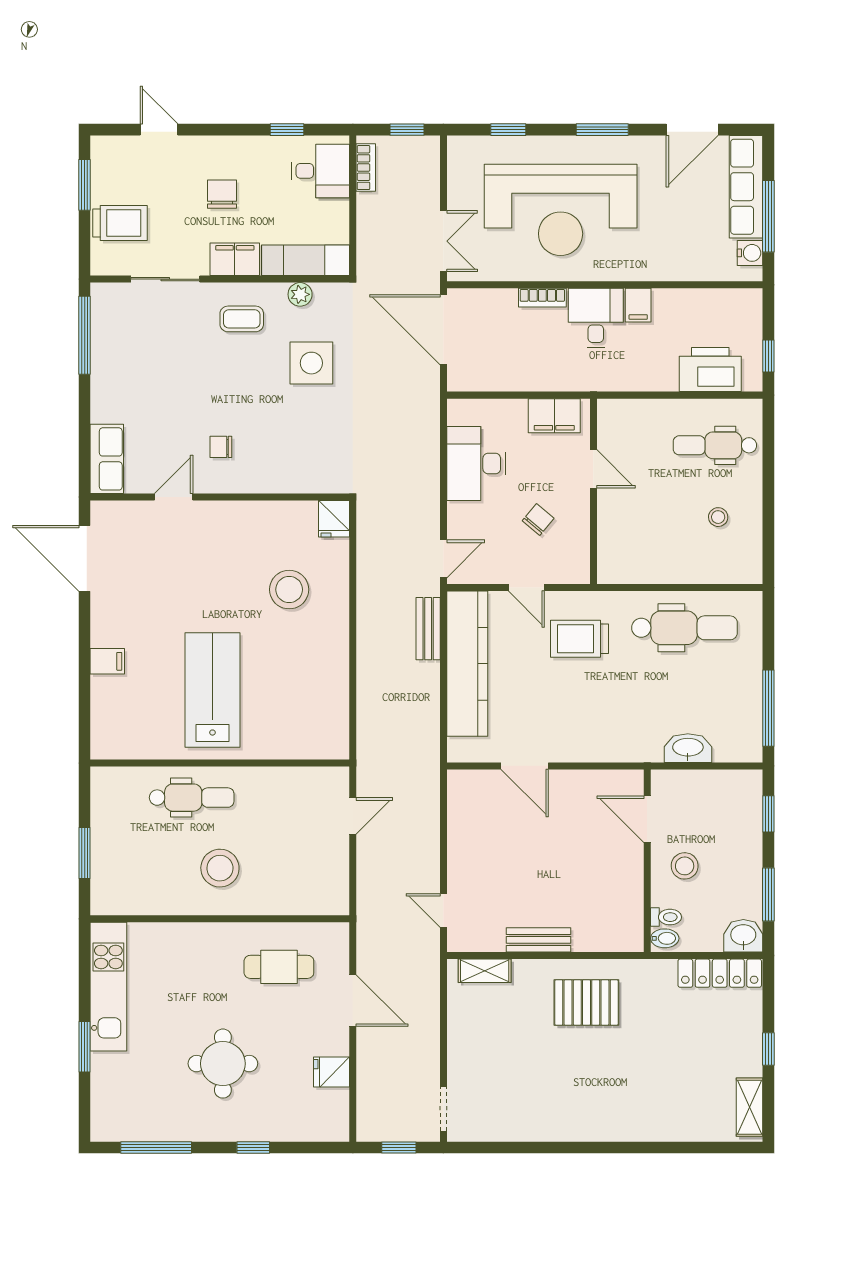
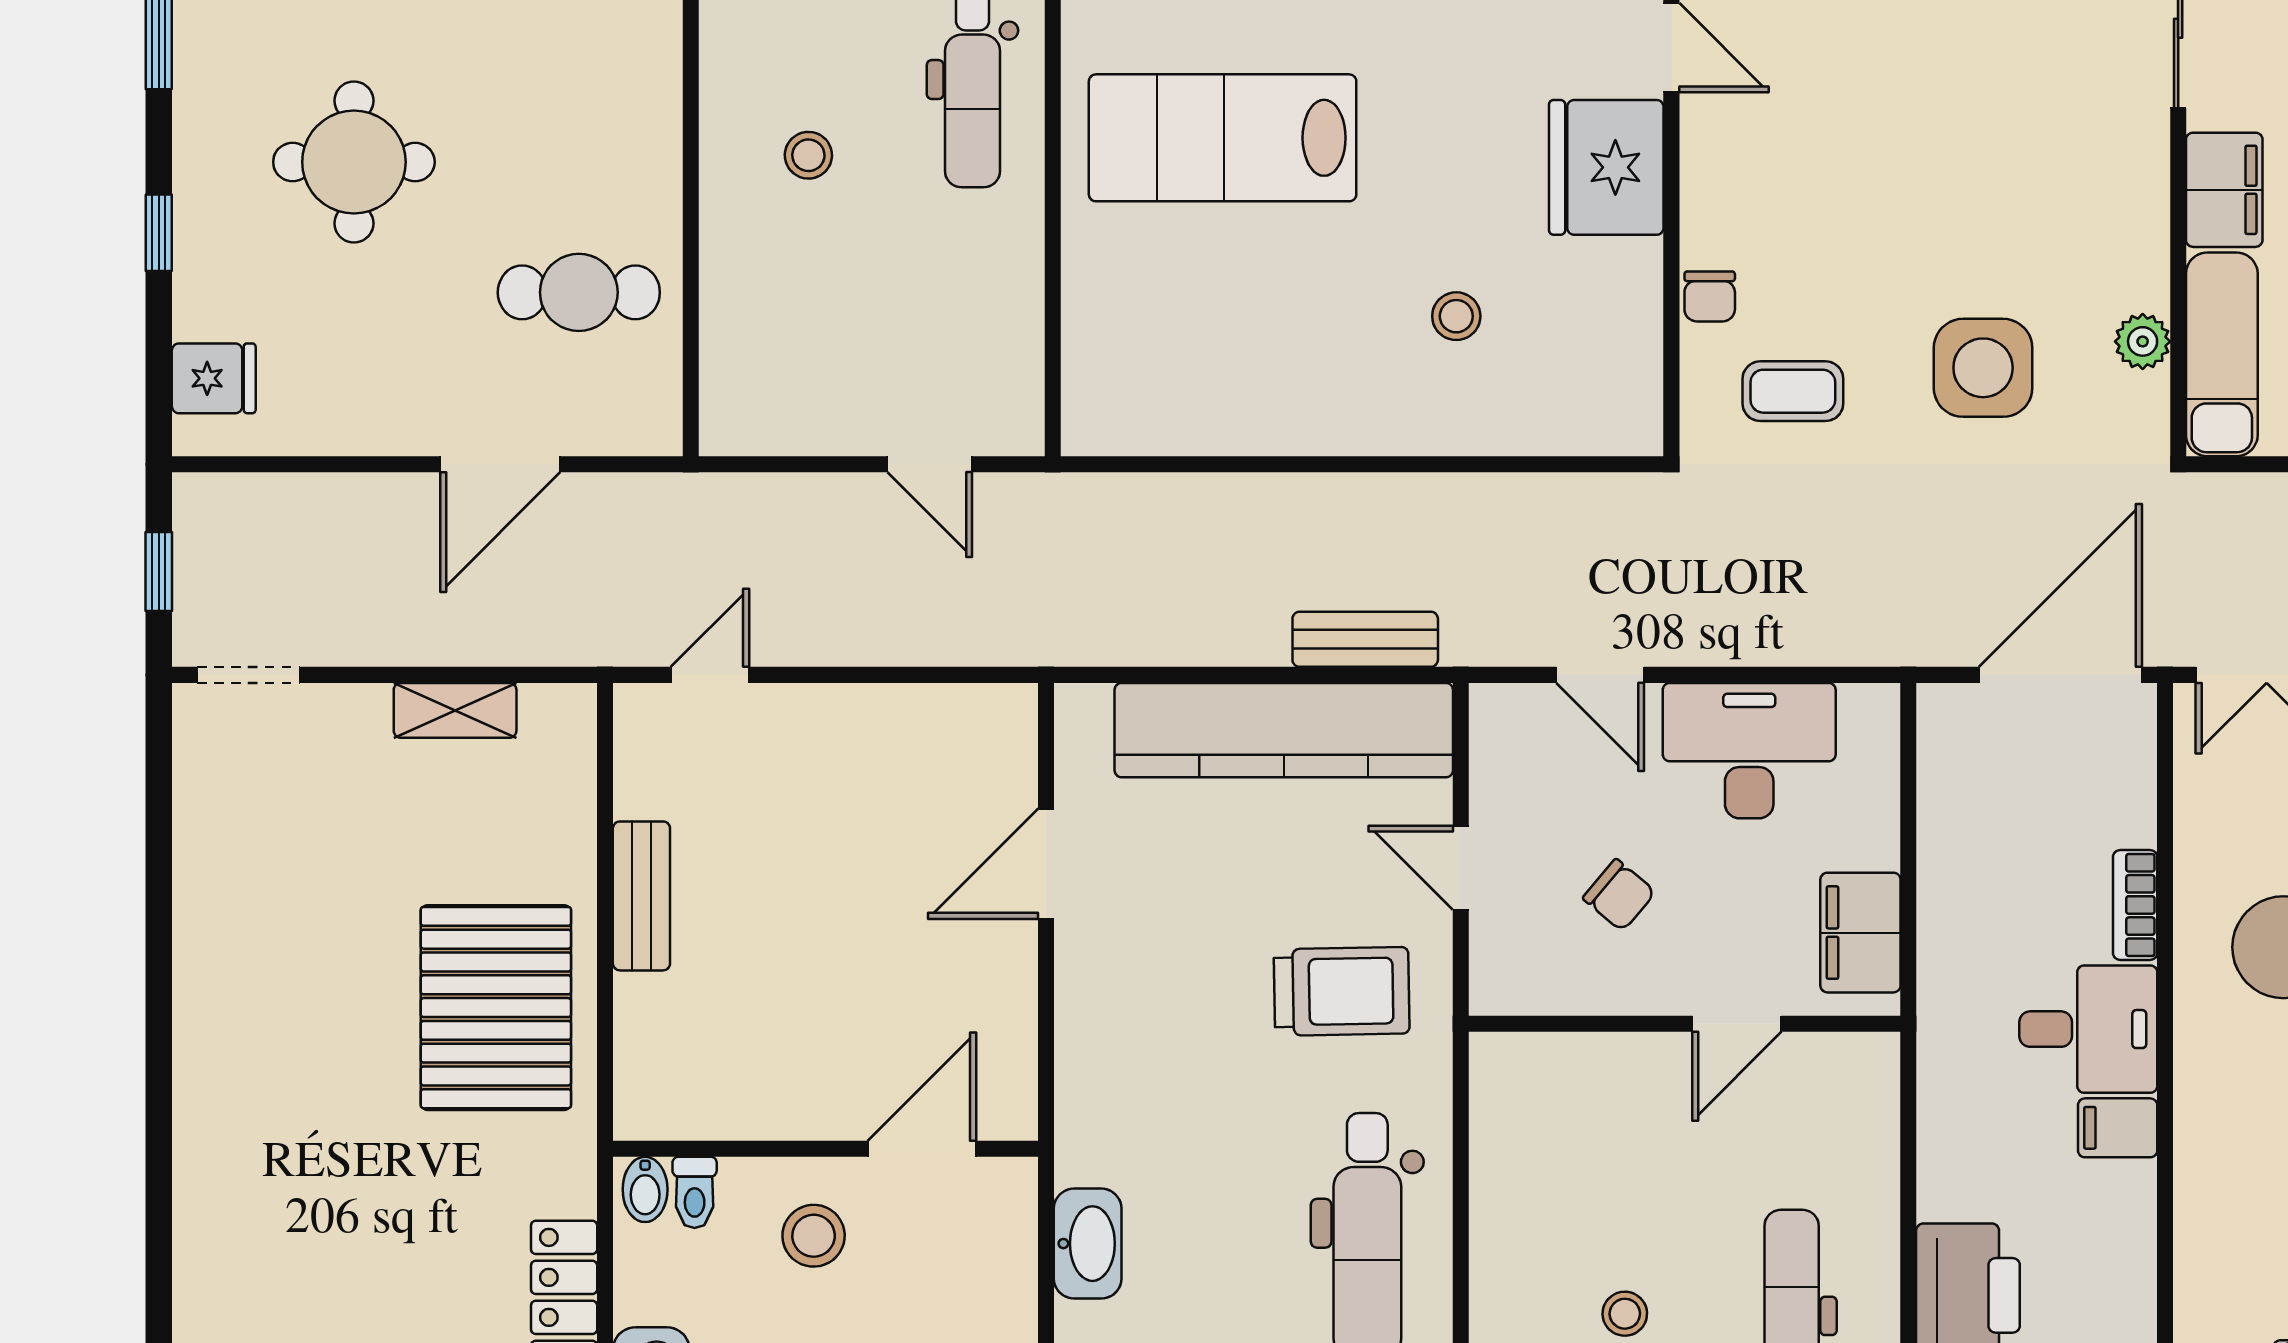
coffee table: (242, 319) -> (1793, 391), moved, turned 90
chair: (221, 447) -> (1710, 296), moved, turned 180
fridge: (334, 519) -> (1606, 167), moved, width x1.88, depth x1.34
door: (443, 559) -> (1600, 675), moved
door: (526, 588) -> (1461, 868), hinge flipped
stool: (289, 590) -> (1456, 316), width x0.53, depth x0.53
trolley: (580, 639) -> (1342, 991), turned 89
lab bench: (212, 690) -> (1223, 138), turned 180
stool: (220, 868) -> (808, 155), width x0.53, depth x0.53
cafe table: (279, 967) -> (579, 292), turned 90
shelving: (485, 971) -> (455, 710), moved, turned 90
pallet: (586, 1003) -> (496, 1008), width x1.37, depth x1.41
fridge: (331, 1072) -> (214, 378), moved, turned 90

